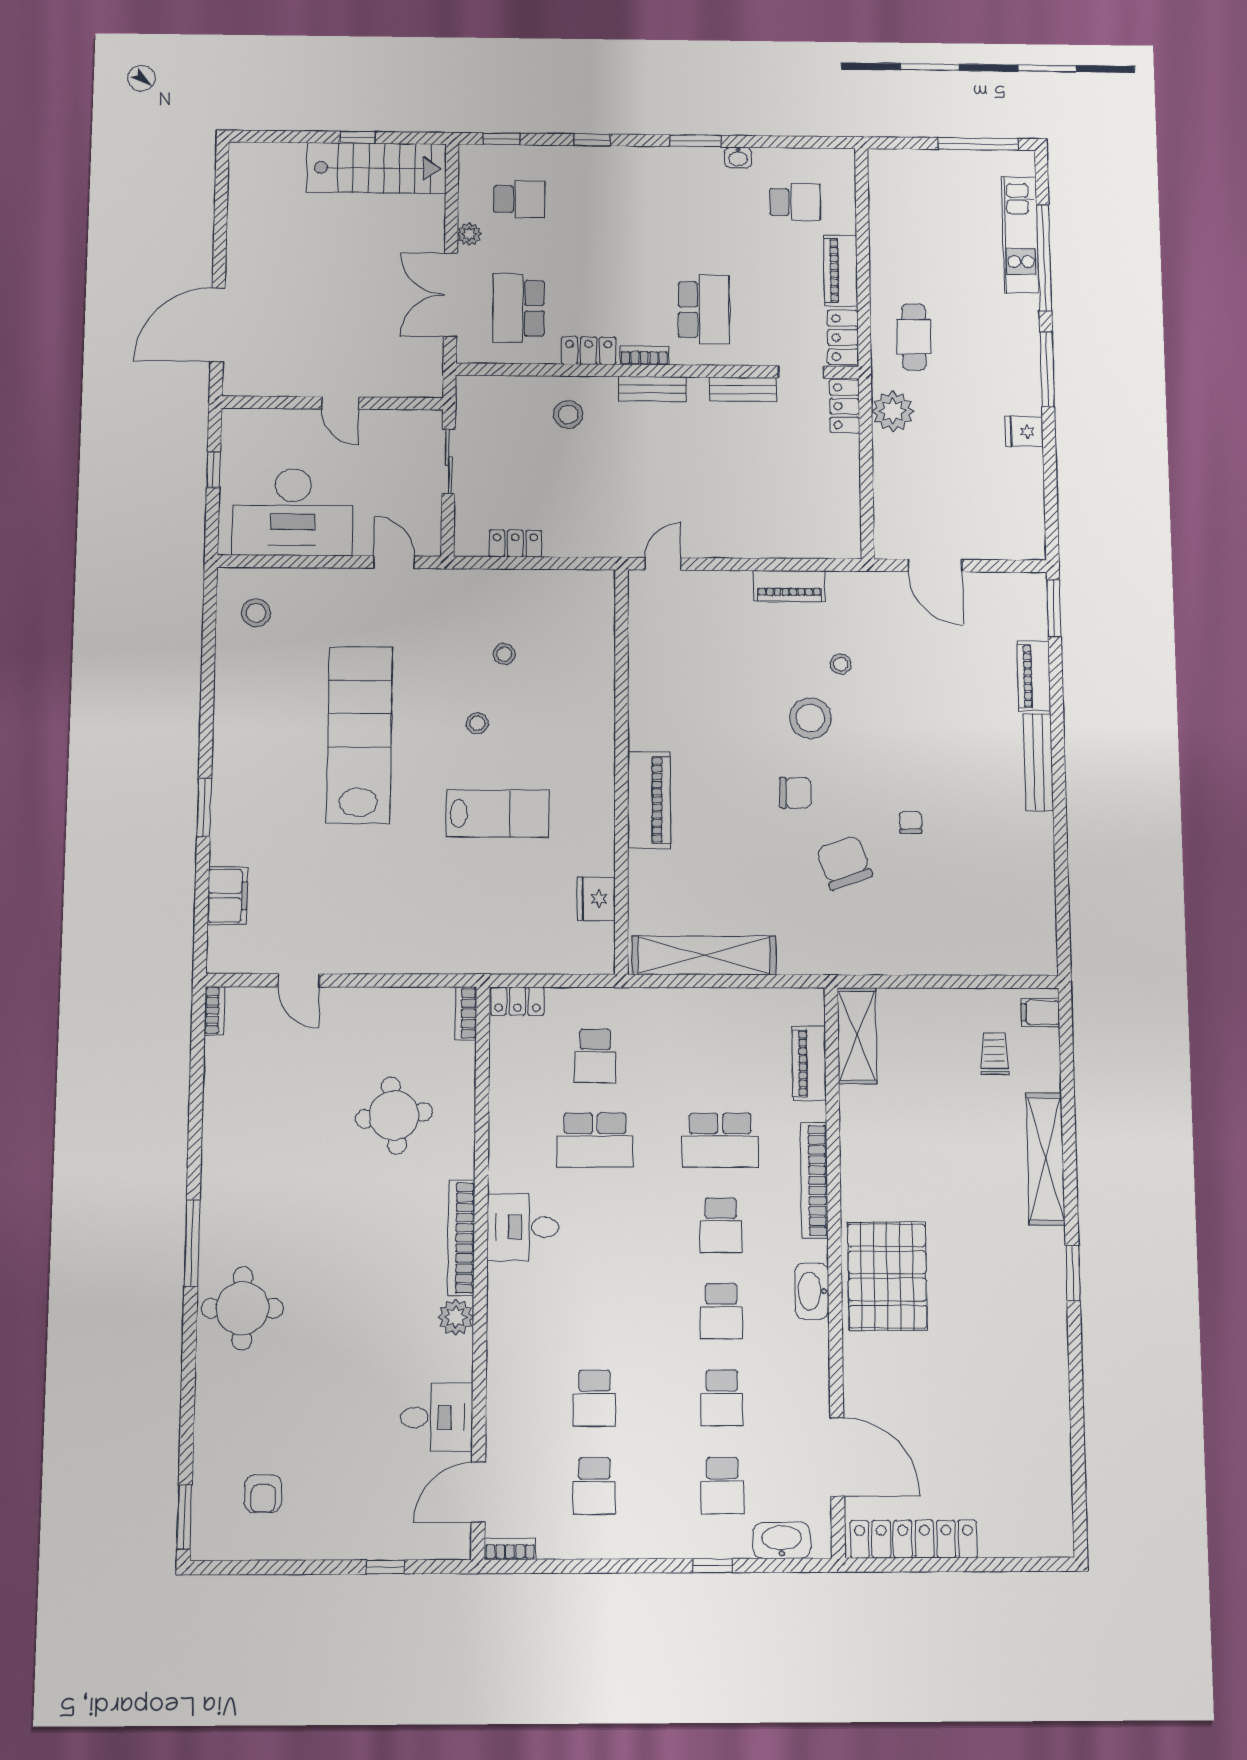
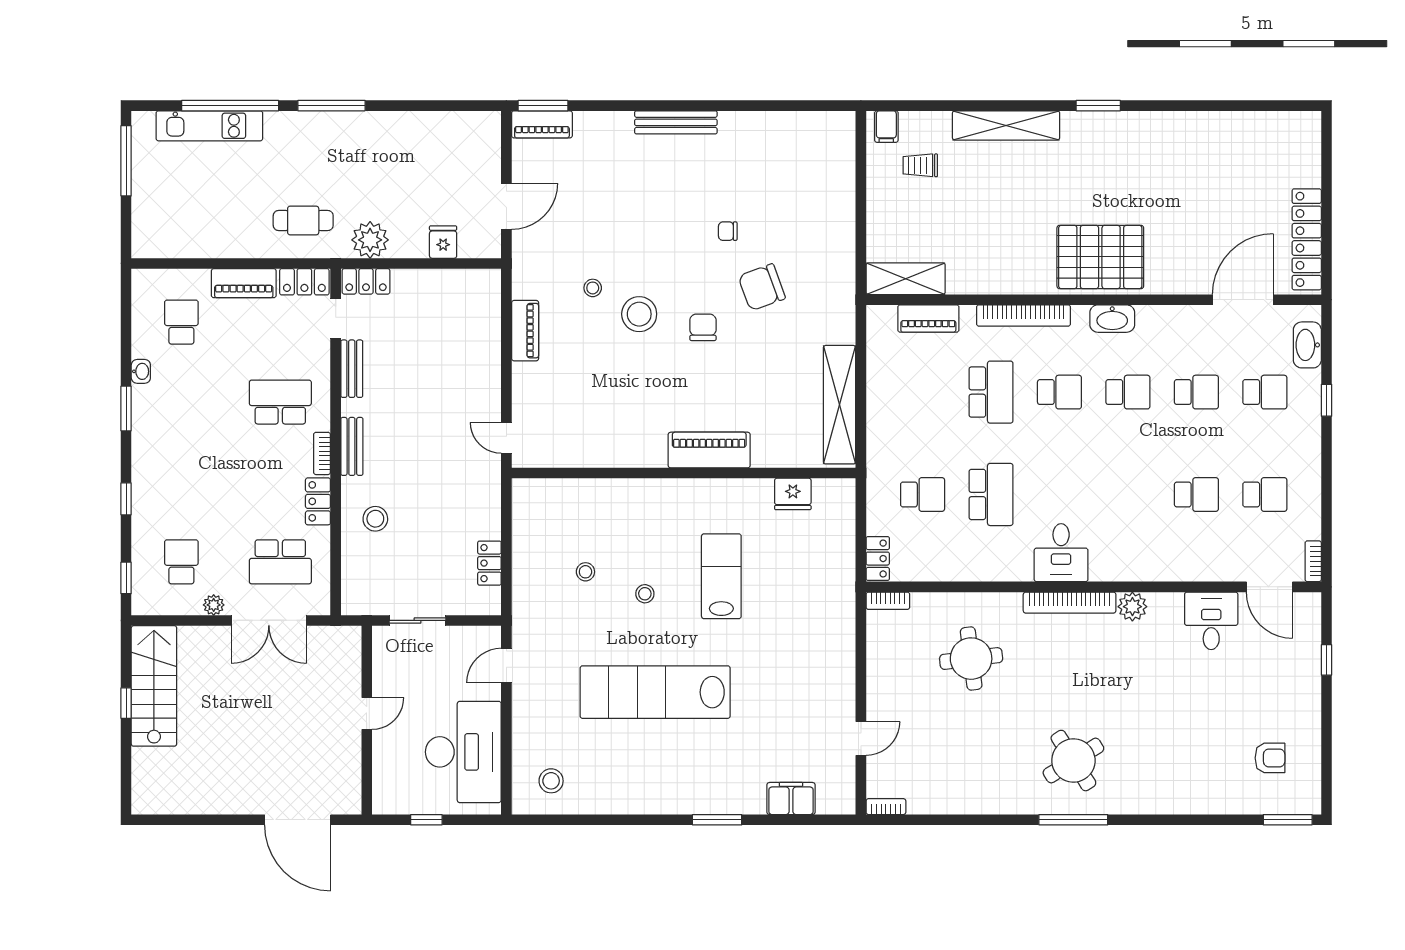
fridge: (1024, 431) -> (443, 242), moved, turned 180
piano: (1034, 676) -> (542, 124), moved
round table: (242, 1308) -> (1073, 761), moved, turned -32

